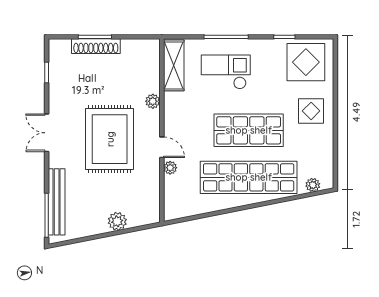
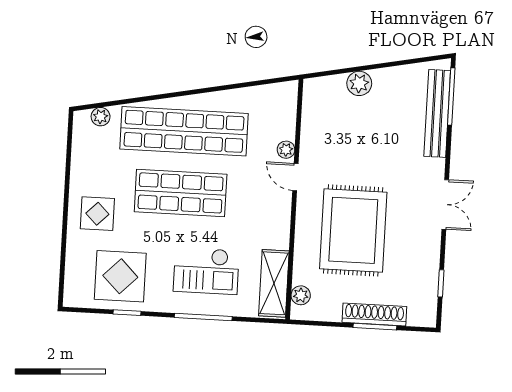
display table: (306, 62) -> (120, 276), moved
plant: (153, 101) -> (301, 295), moved
rug: (110, 139) -> (353, 230), moved

